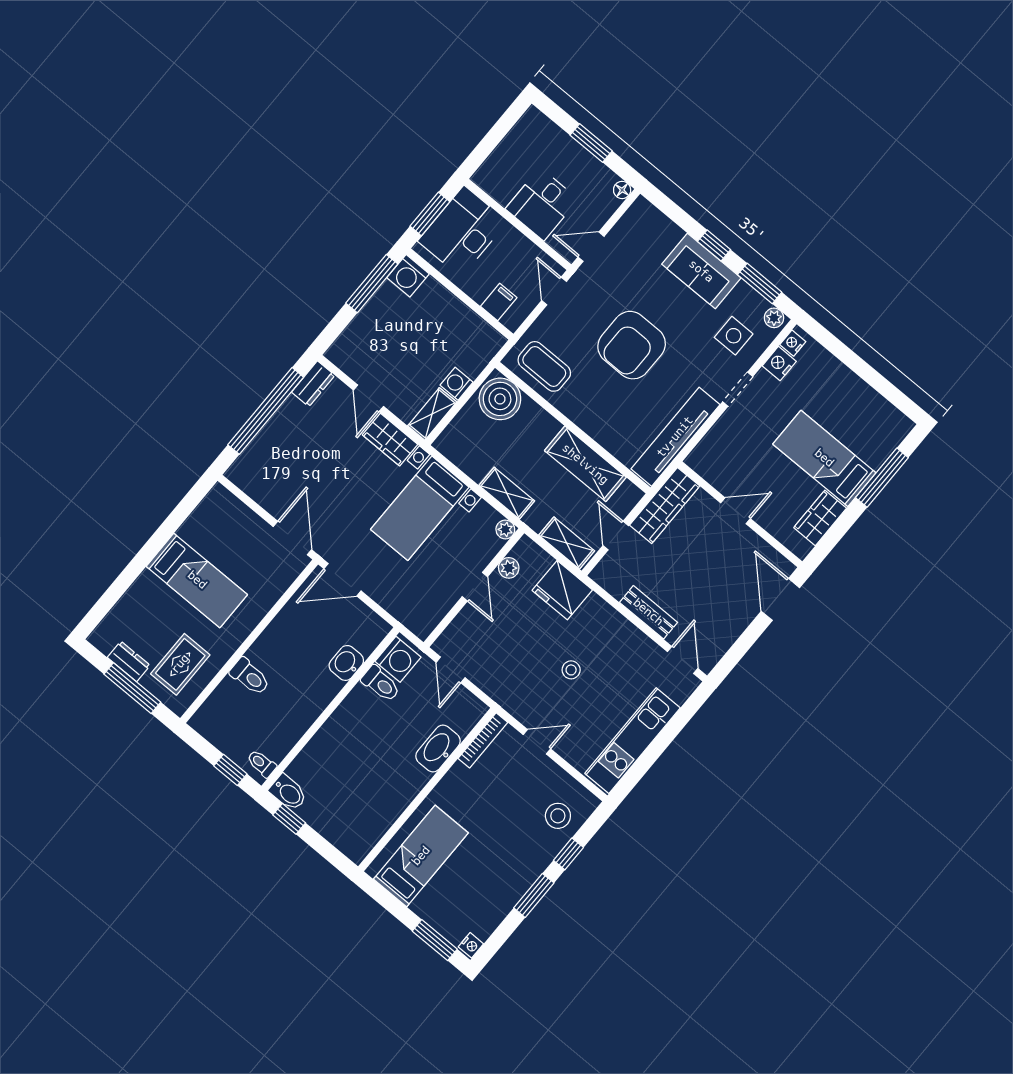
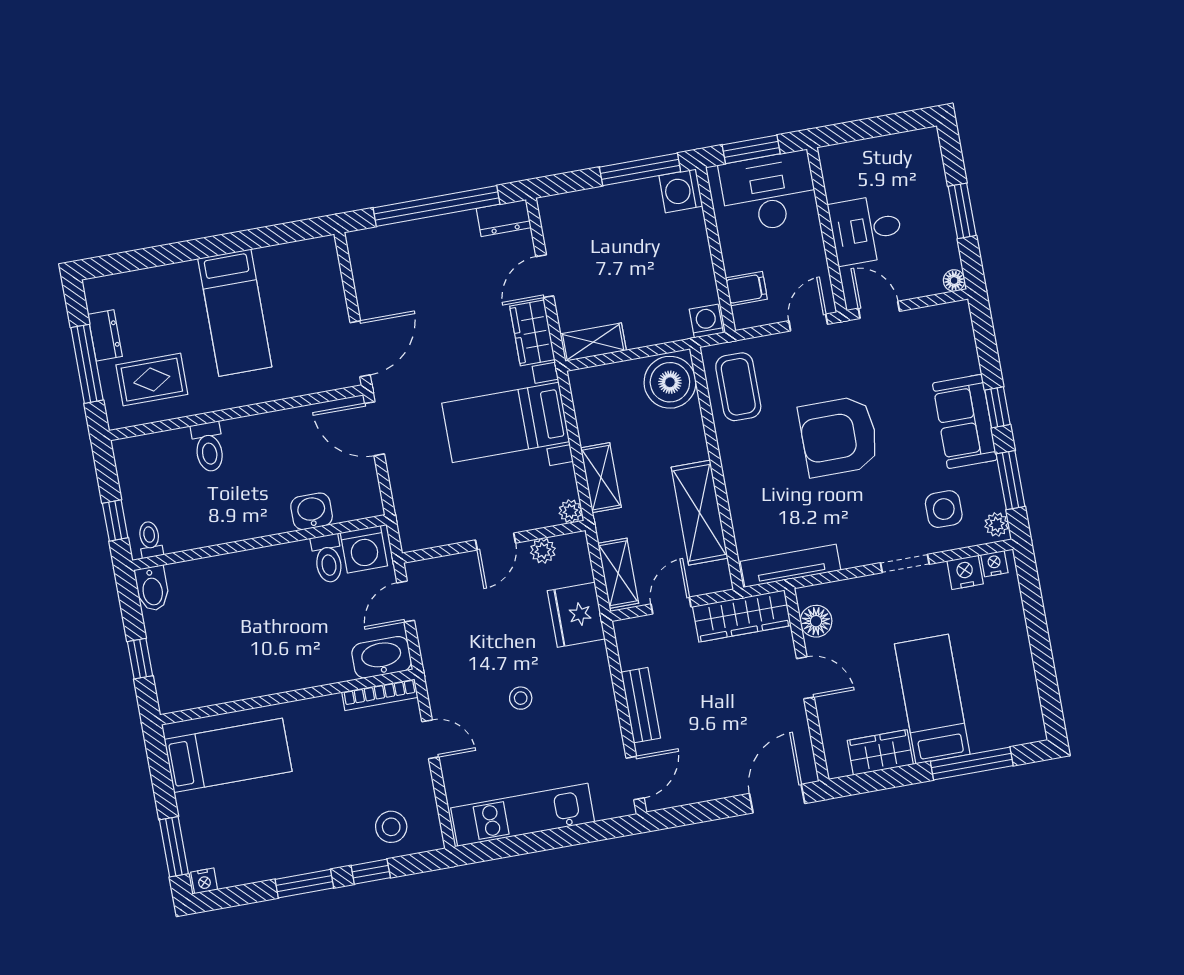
washing machine: (457, 384) -> (706, 321), moved
tv unit: (675, 437) -> (791, 566), width x0.73, depth x0.78
floor lamp: (713, 470) -> (816, 621), added
washbasin: (438, 748) -> (382, 657), moved
window: (289, 819) -> (140, 659), moved

